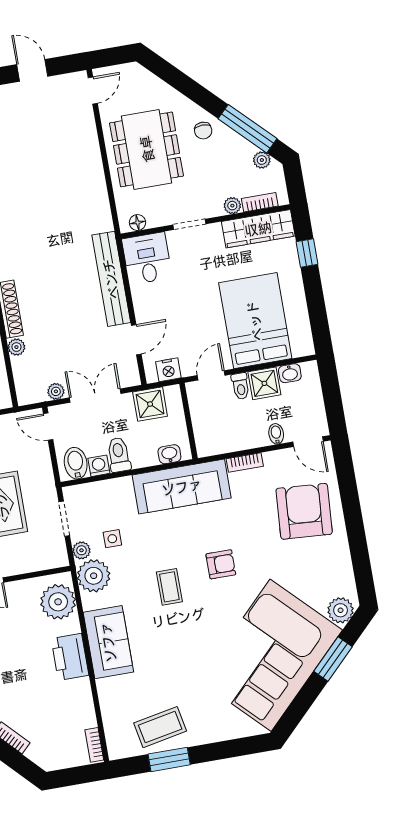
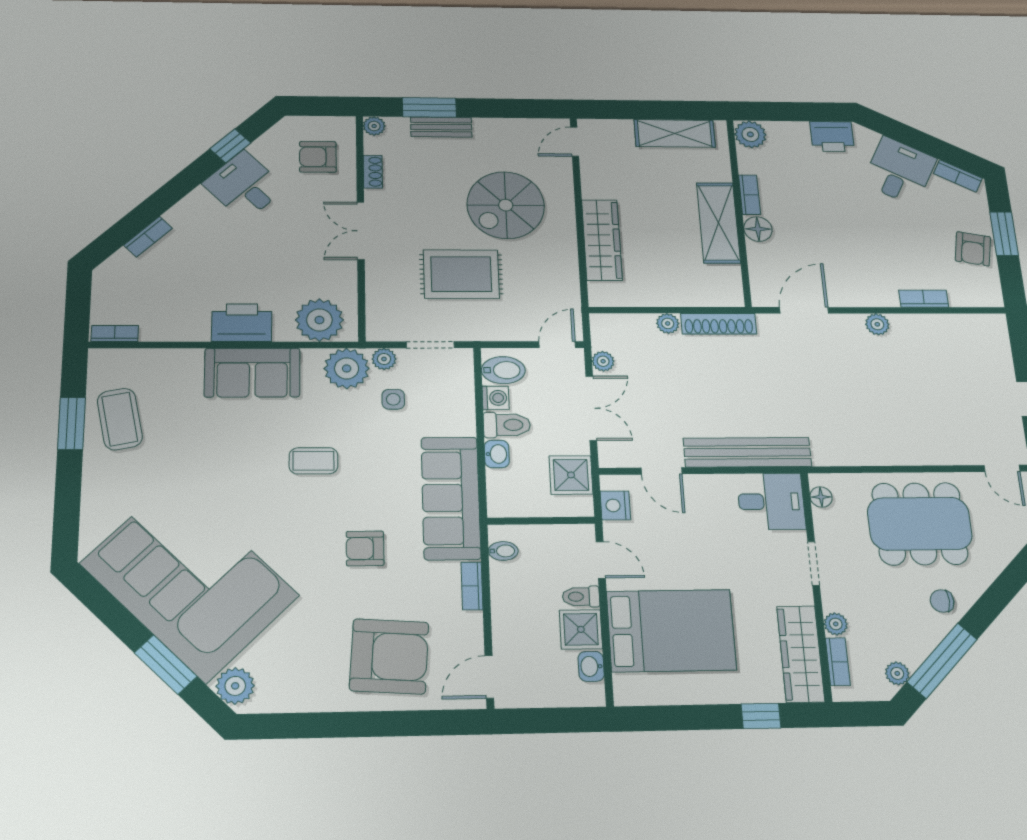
bidet: (276, 434) -> (503, 551), moved
washbasin: (169, 454) -> (497, 454), moved
armchair: (221, 564) -> (365, 548), moved, turned 90

